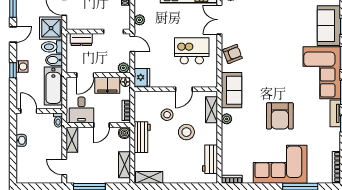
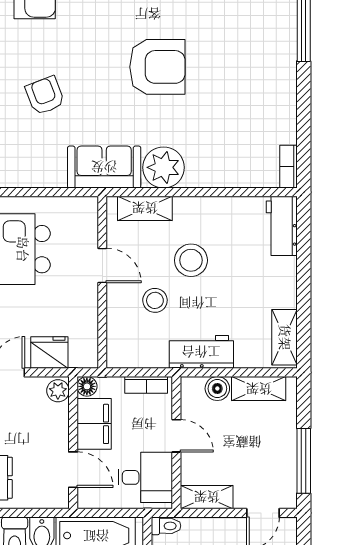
armchair: (233, 54) -> (45, 96), moved
fridge: (142, 77) -> (49, 352), moved
plant: (227, 119) -> (164, 167), width x1.88, depth x1.88
boiler: (124, 133) -> (217, 389), moved
workbench: (210, 159) -> (282, 226), moved, turned 90
corner sofa: (280, 164) -> (257, 67), removed

